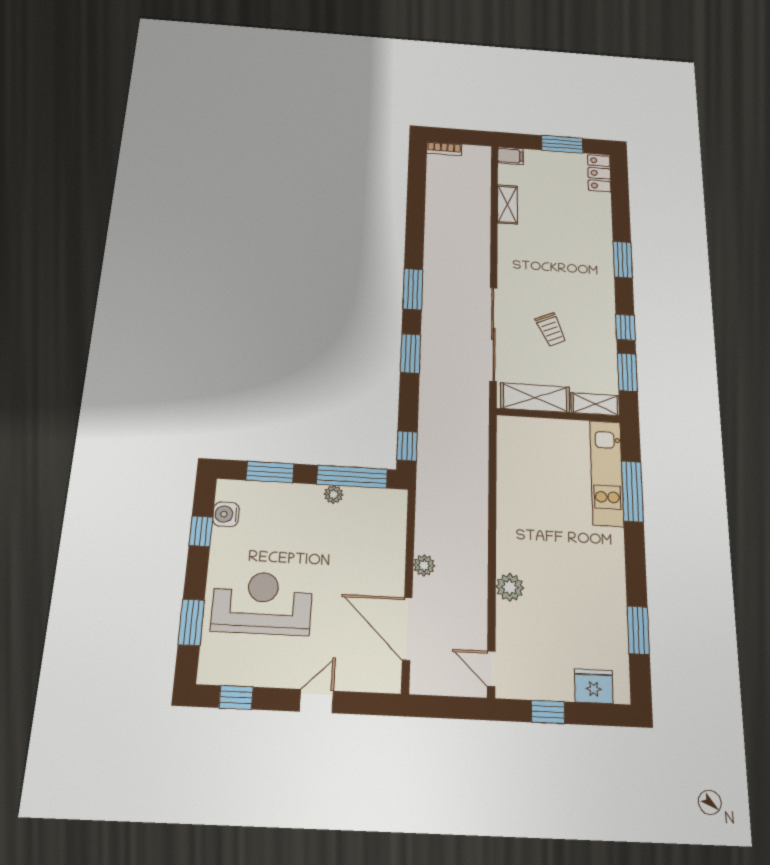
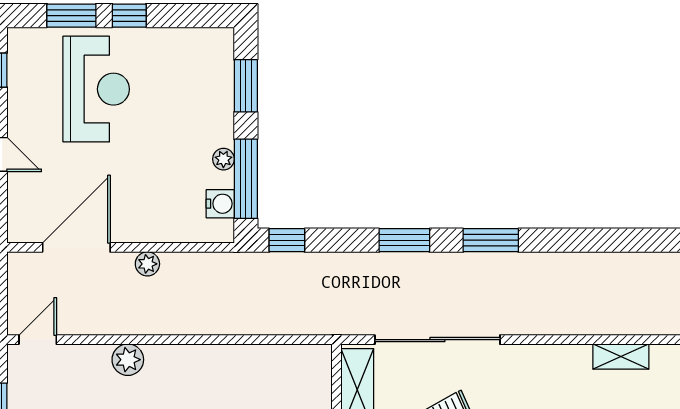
water cooler: (226, 514) -> (220, 204), moved, turned 90
window: (201, 531) -> (129, 16), moved

